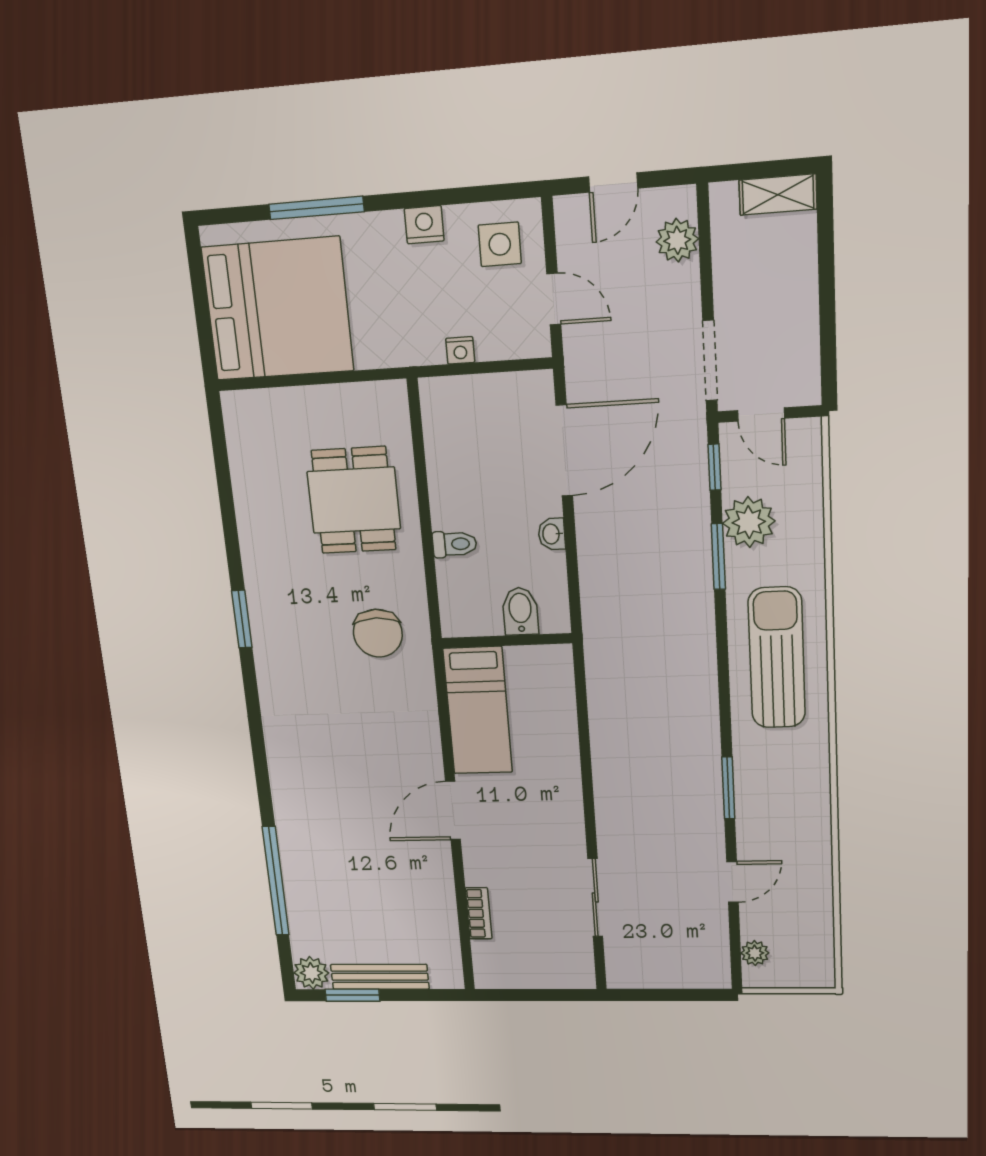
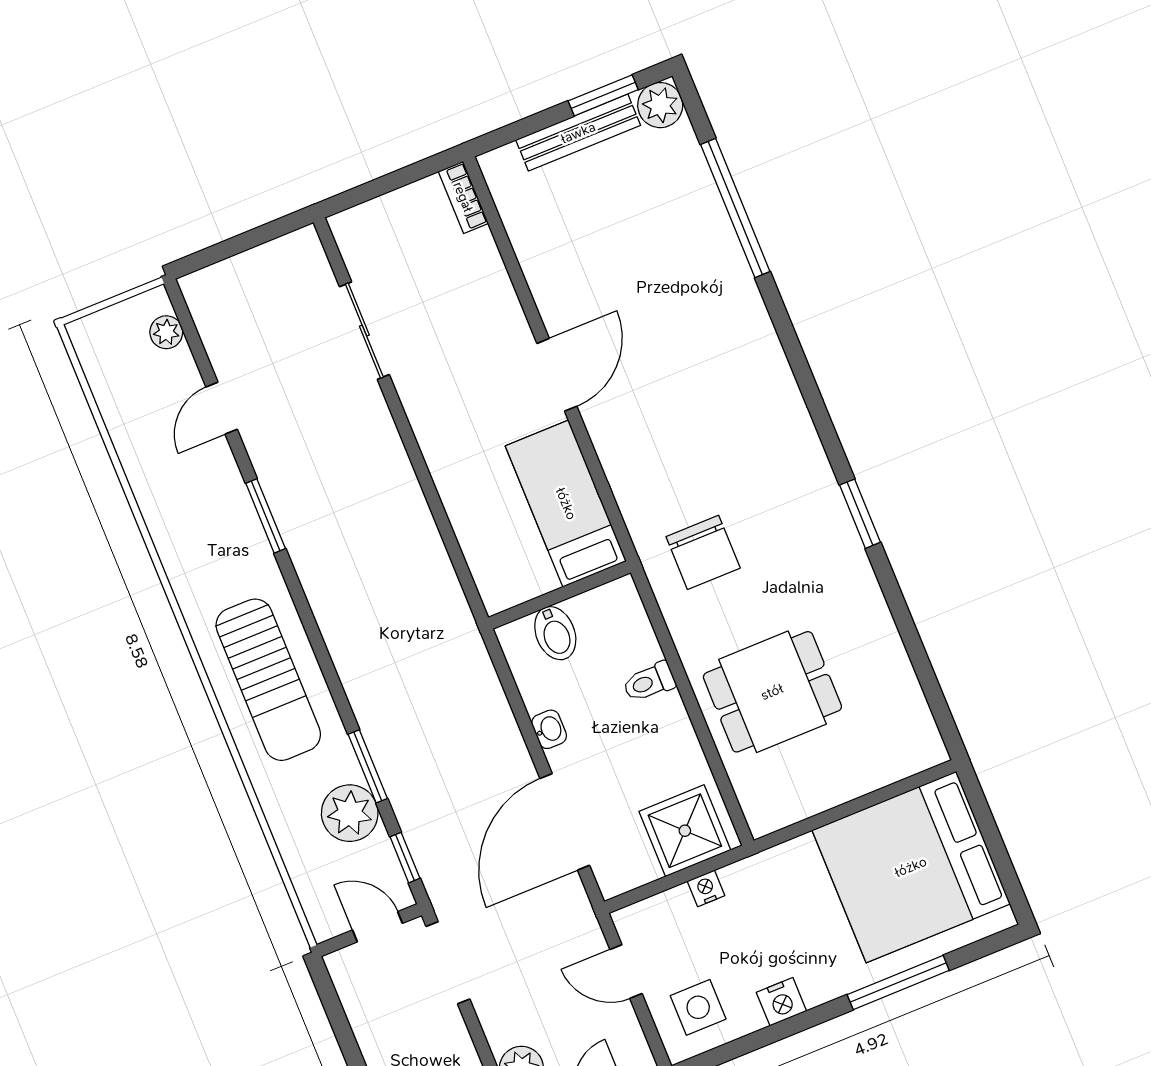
shower: (463, 407) -> (685, 831), added
dining table: (354, 500) -> (772, 692), turned 90
chair: (378, 633) -> (703, 552), turned 180
bookcase: (479, 913) -> (463, 197), moved

